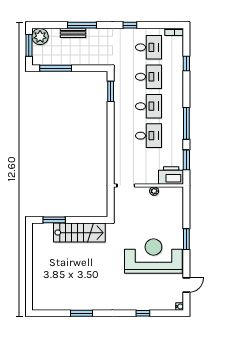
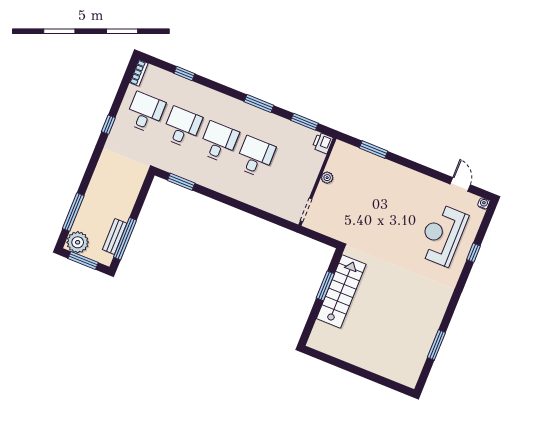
window: (82, 25) -> (73, 212), moved
bench: (73, 33) -> (115, 236), moved
window: (186, 123) -> (259, 103), width x0.69
printer: (171, 175) -> (323, 143), width x0.53, depth x0.68
window: (54, 220) -> (325, 286), moved
window: (186, 239) -> (373, 150), moved
reception desk: (153, 256) -> (442, 235), moved, width x0.74, depth x0.77
window: (81, 313) -> (436, 345), moved

